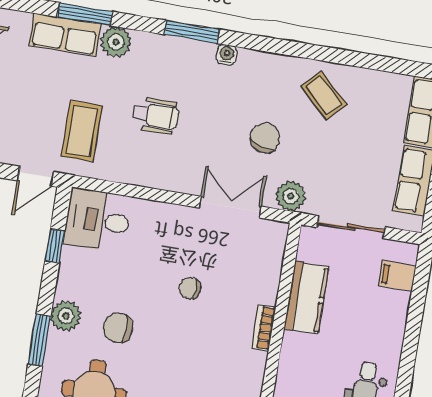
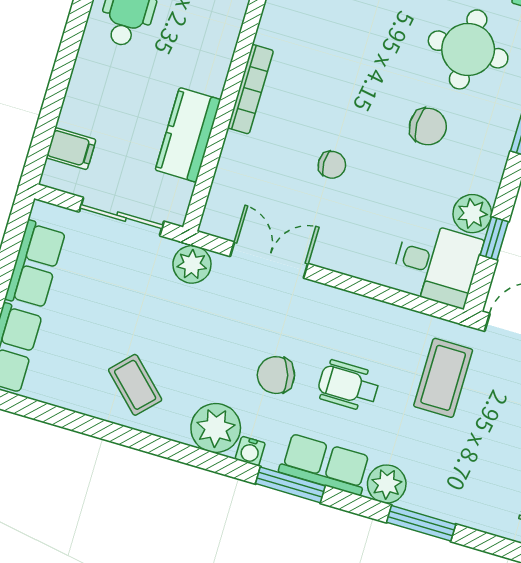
row of seats: (65, 34) -> (325, 464), moved
plant: (256, 69) -> (216, 428), added
chair: (265, 138) -> (276, 375), moved, turned 60
double door: (230, 207) -> (269, 260), swing flipped
plant: (66, 316) -> (472, 214), moved
bookcase: (264, 328) -> (250, 89), width x1.56

